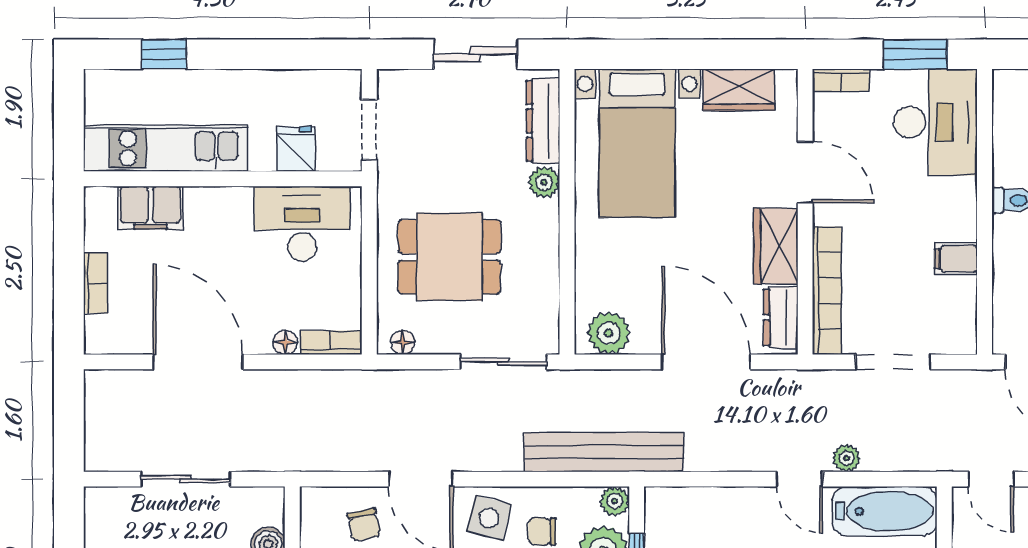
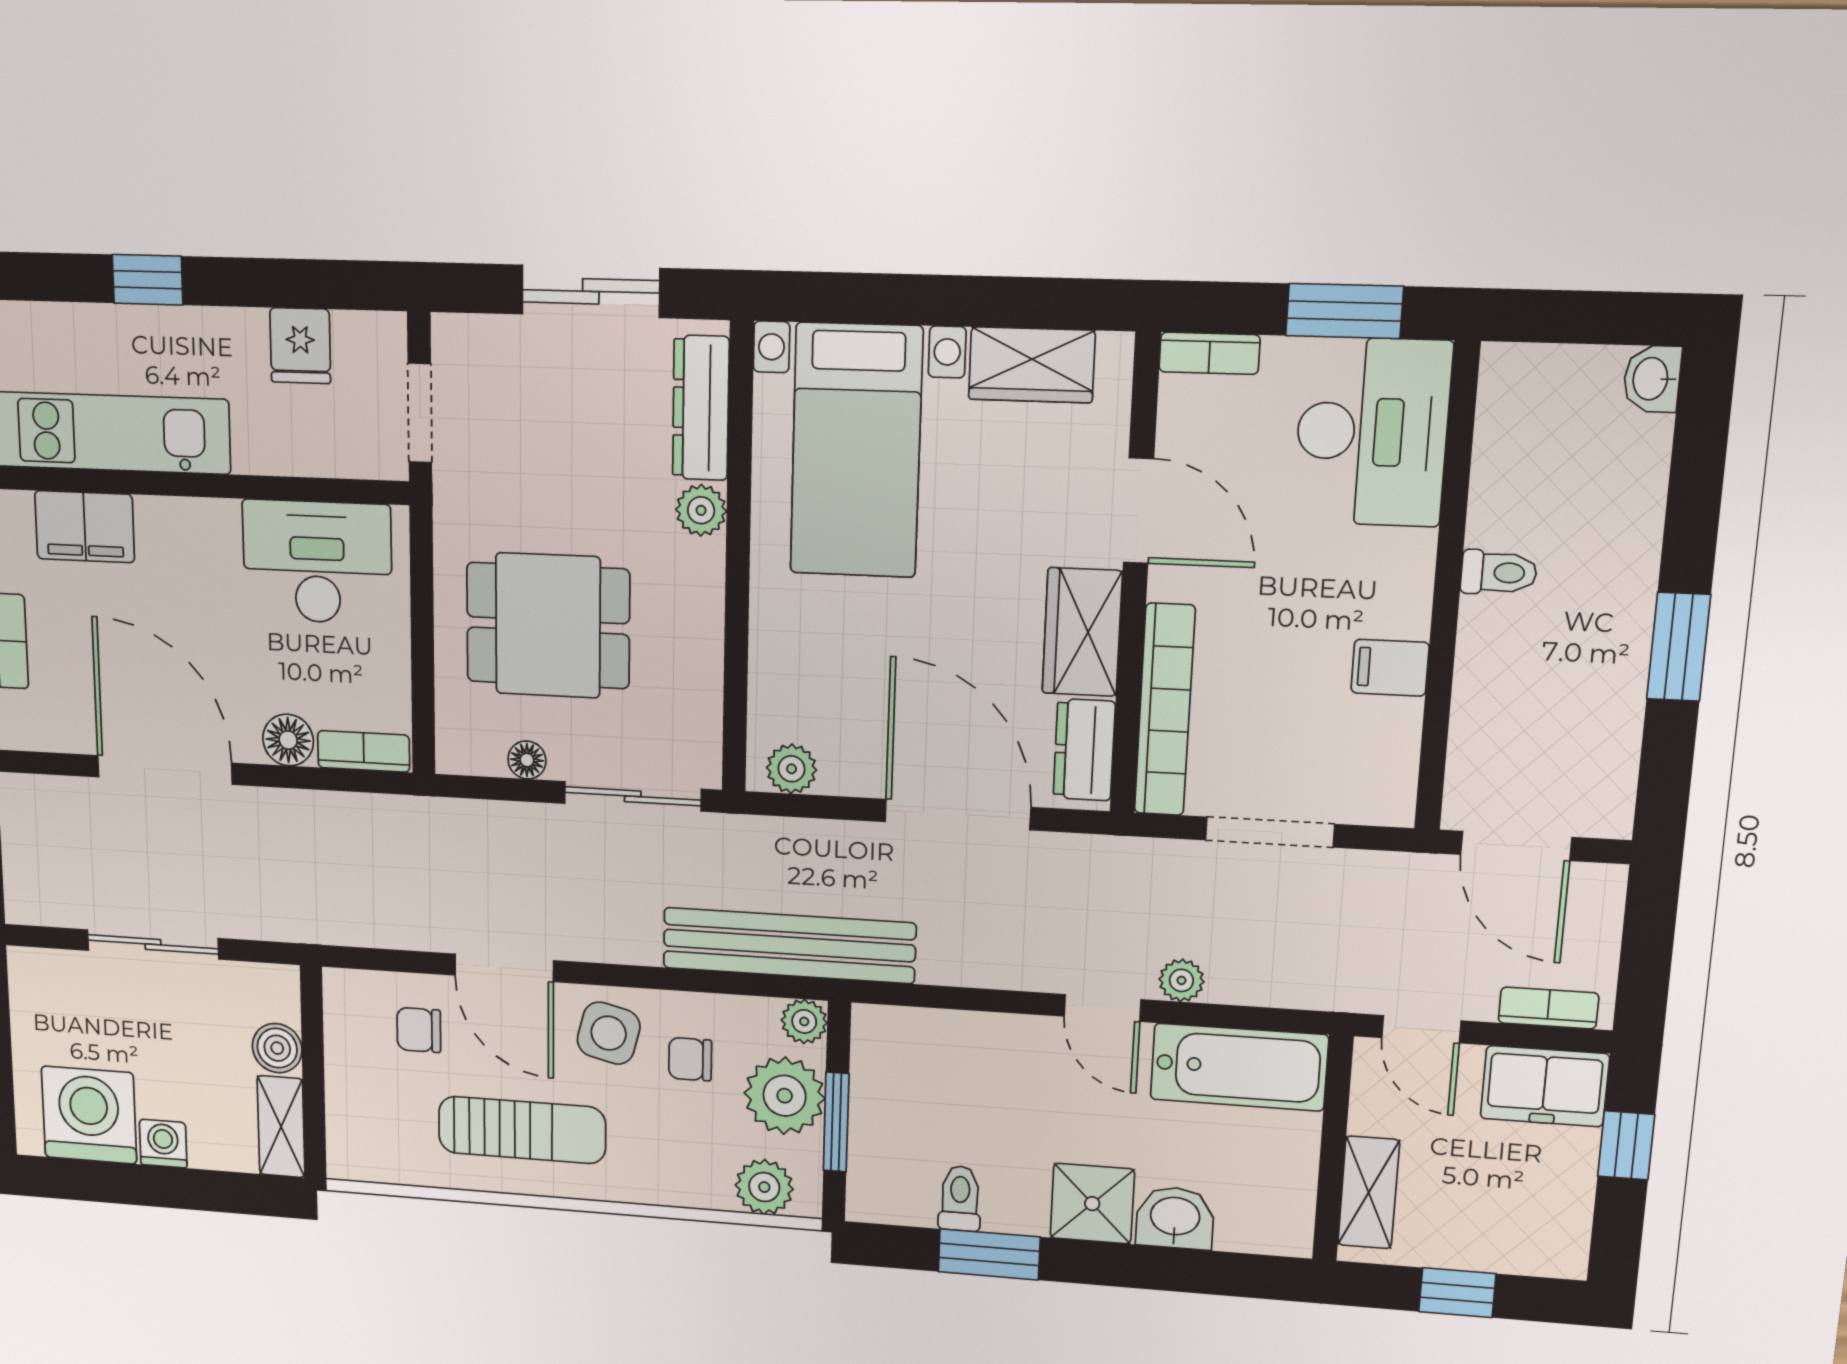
window: (164, 54) -> (148, 280), moved
fridge: (296, 149) -> (300, 346), moved, turned 180
plant: (609, 333) -> (792, 769), width x0.73, depth x0.73
floor lamp: (285, 342) -> (288, 740), width x1.37, depth x1.37
floor lamp: (403, 342) -> (527, 760), moved
chair: (364, 525) -> (419, 1030), turned 102

